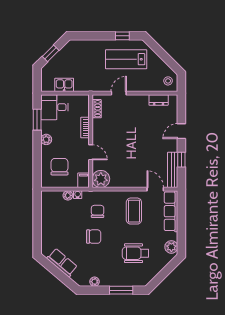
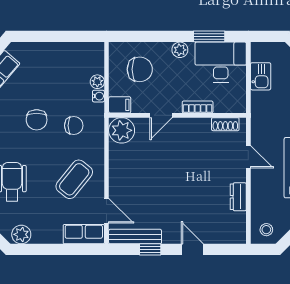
dresser: (159, 100) -> (238, 197), moved
desk: (54, 107) -> (221, 62), width x1.37
door: (155, 189) -> (107, 211), hinge flipped
coffee table: (134, 211) -> (74, 179), turned -51
row of seats: (171, 211) -> (84, 234), width x0.68

